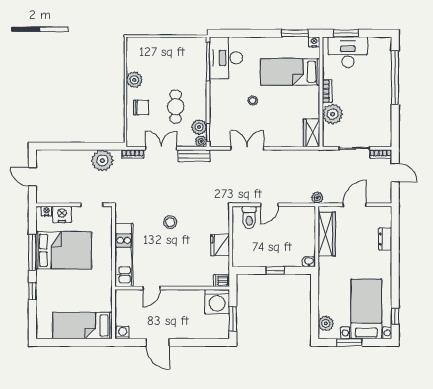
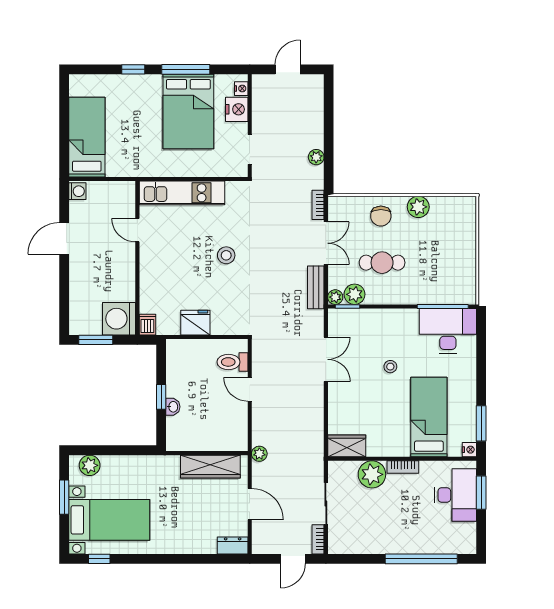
plant: (102, 161) -> (316, 157), width x0.53, depth x0.53
dresser: (385, 239) -> (233, 545), moved
washbasin: (309, 262) -> (173, 407), moved

